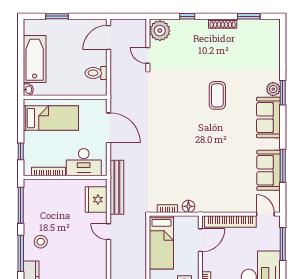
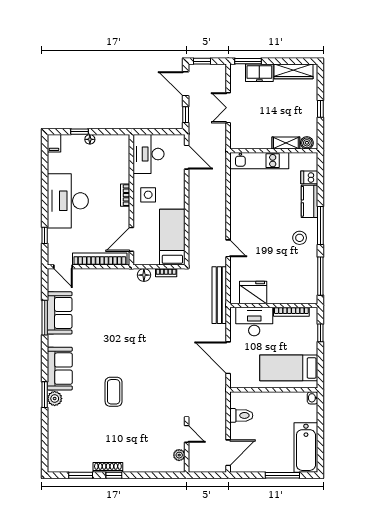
window: (57, 16) -> (282, 475), width x1.44
window: (187, 16) -> (114, 475), moved
plant: (160, 31) -> (179, 455), width x0.53, depth x0.53
bathtub: (35, 59) -> (306, 448), moved
fridge: (96, 200) -> (253, 292), moved, turned -90
window: (283, 244) -> (45, 235), width x0.46

